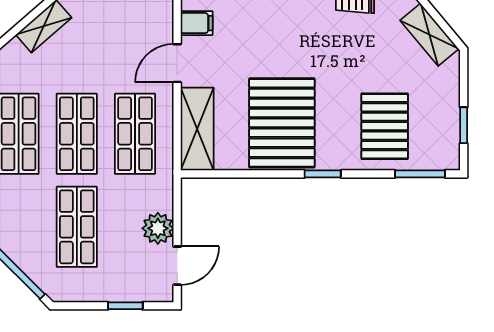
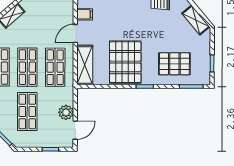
pallet: (385, 126) -> (174, 64), turned 90

